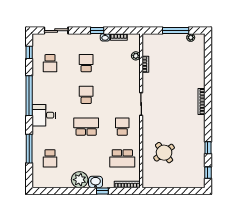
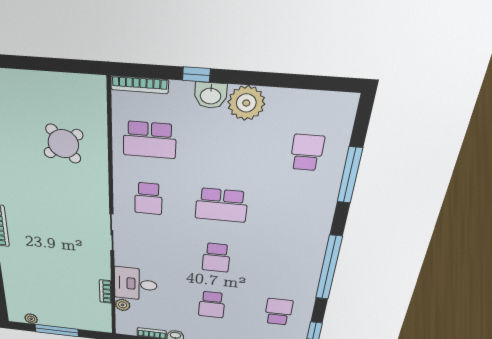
desk: (44, 115) -> (136, 284), moved, turned 180
school desk: (122, 158) -> (150, 140), turned 180

